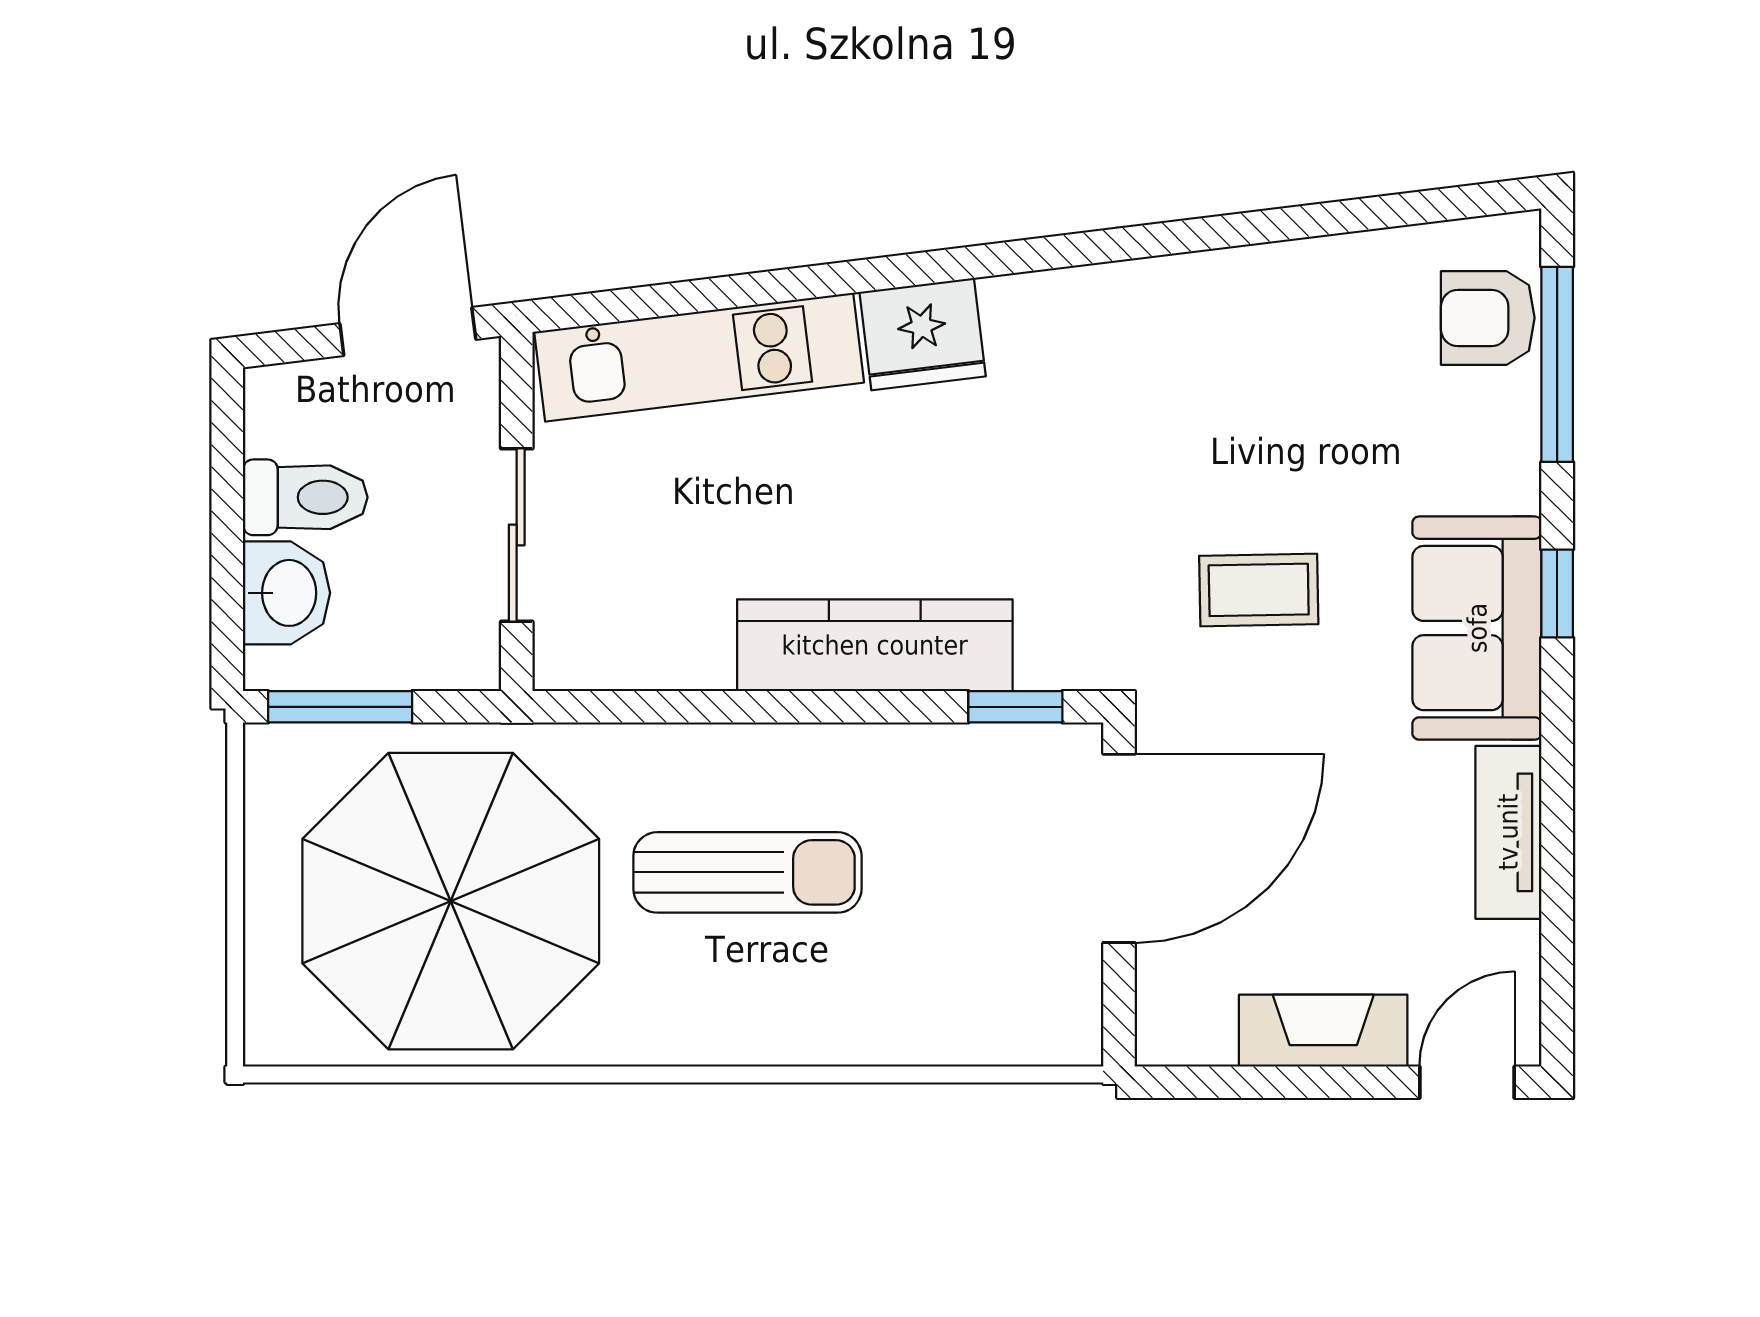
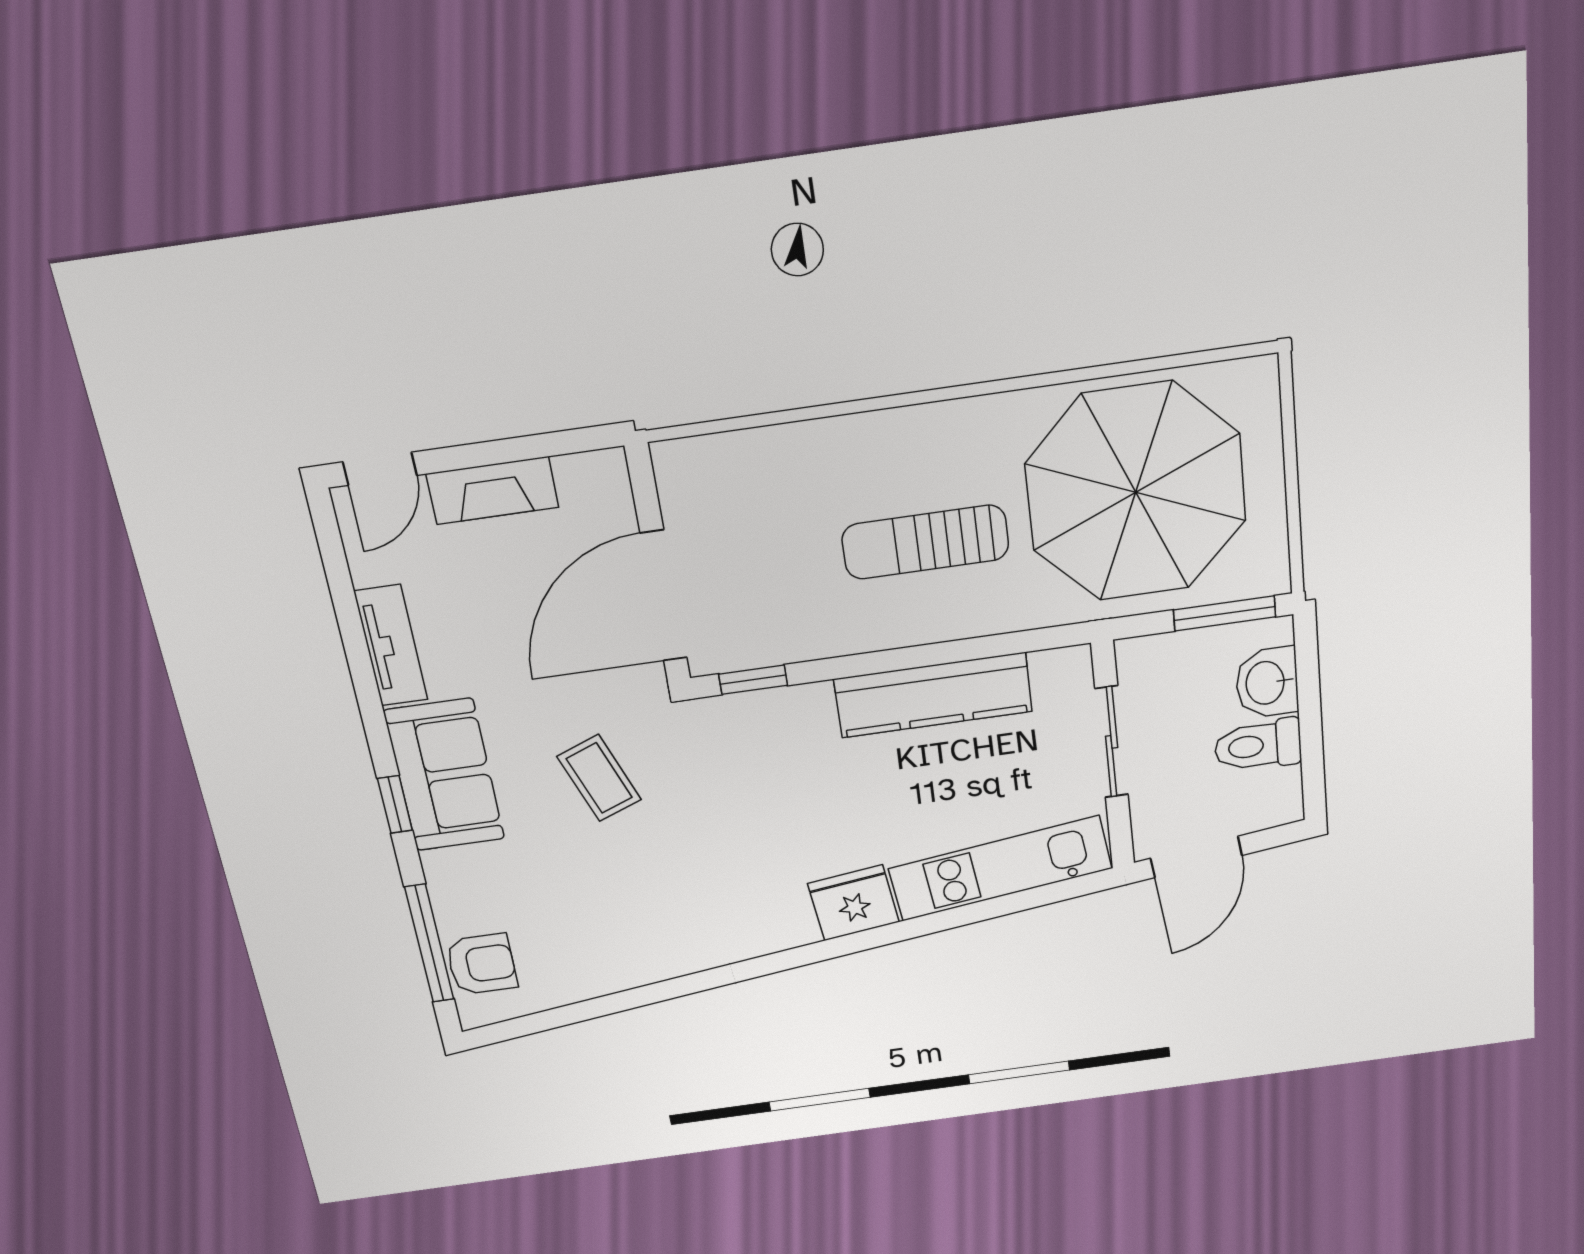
coffee table: (1259, 590) -> (599, 778), turned 70
kitchen counter: (875, 645) -> (933, 695), moved

